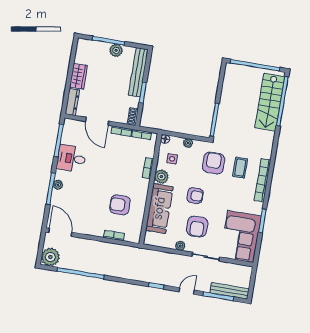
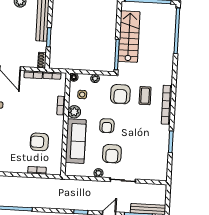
stairs: (270, 102) -> (129, 37), moved, turned 180
armchair: (213, 163) -> (120, 94), turned 180
armchair: (195, 196) -> (107, 126), turned 90
corner sofa: (241, 237) -> (153, 158), removed

